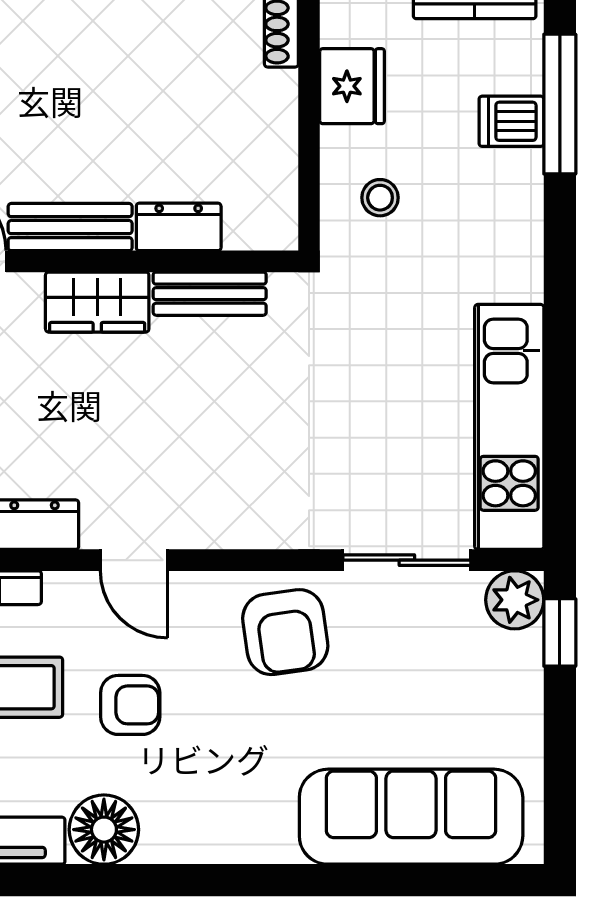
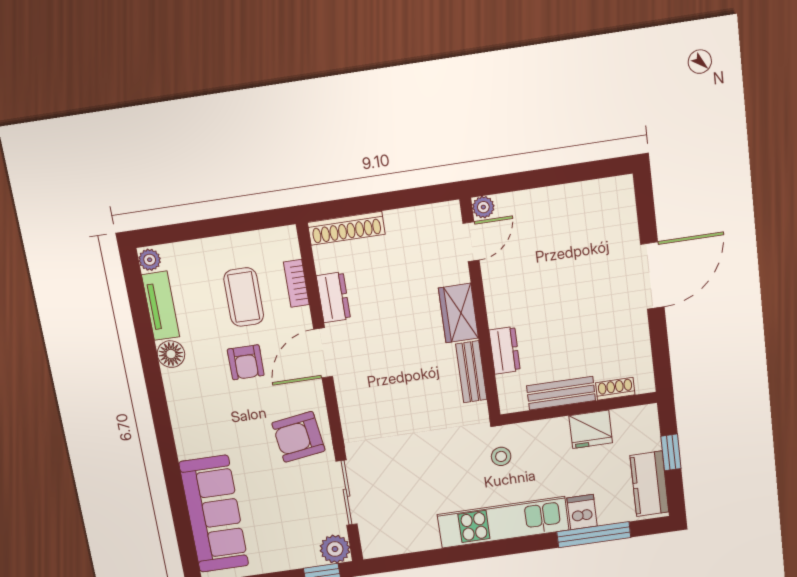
stool: (380, 198) -> (501, 456), moved
bench: (70, 227) -> (561, 393), moved, turned 90
kitchen unit: (509, 427) -> (503, 522), moved
door: (134, 560) -> (323, 353), width x1.38
floor lamp: (104, 830) -> (171, 354), width x0.73, depth x0.73

